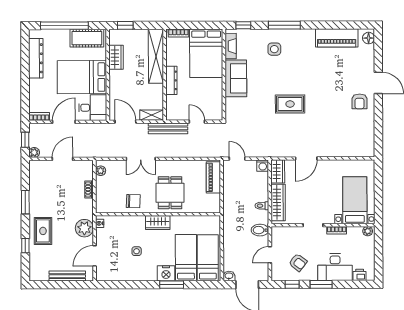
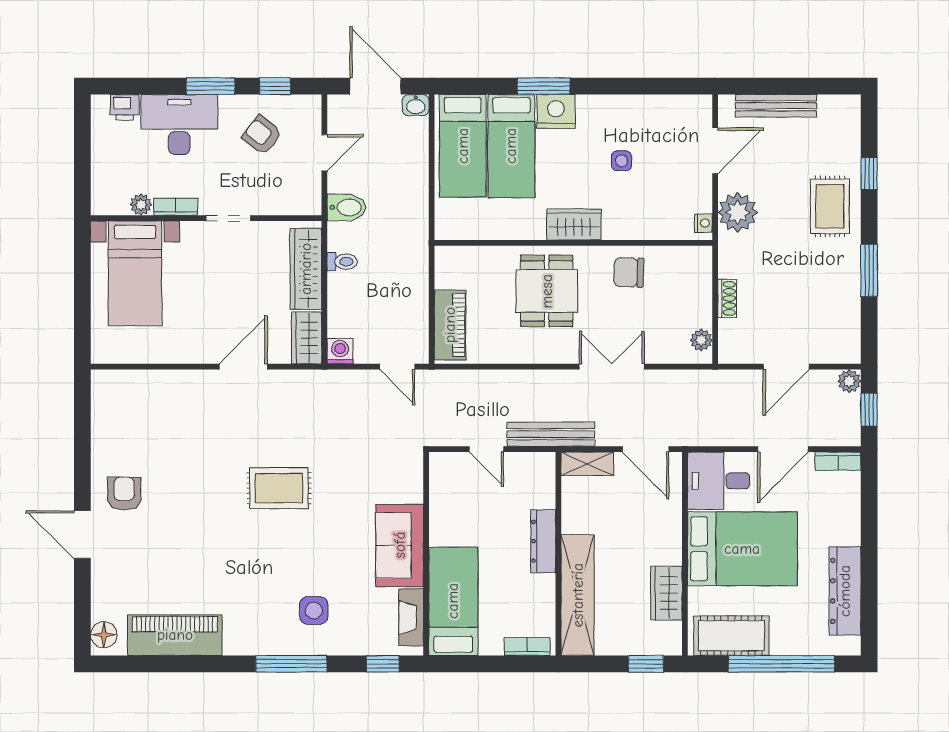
bed: (206, 53) -> (453, 601), width x0.67
plant: (368, 231) -> (141, 205), moved

